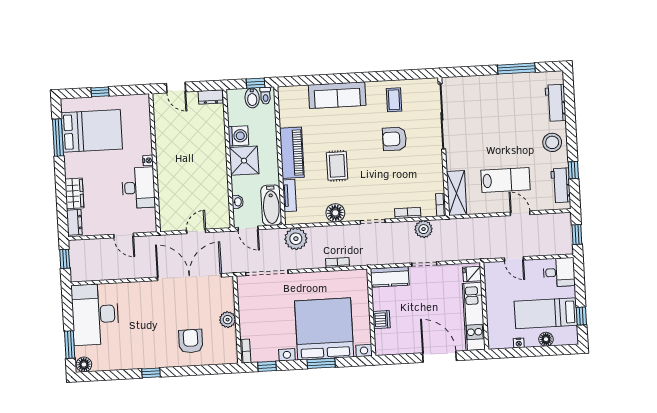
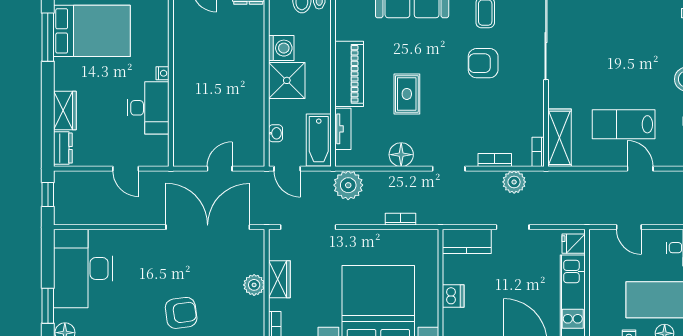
lab bench: (506, 180) -> (624, 124), turned 180
wardrobe: (247, 314) -> (279, 279), added
armchair: (191, 341) -> (181, 313), moved, turned 82

